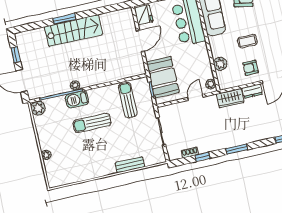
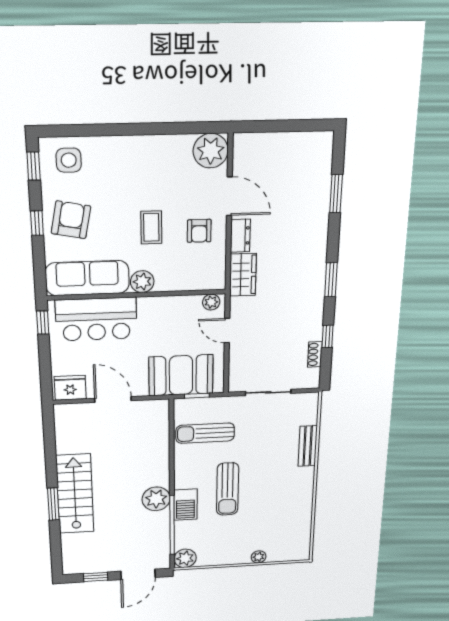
plant: (220, 64) -> (142, 282), moved
plant: (75, 85) -> (156, 499), width x1.87, depth x1.87

